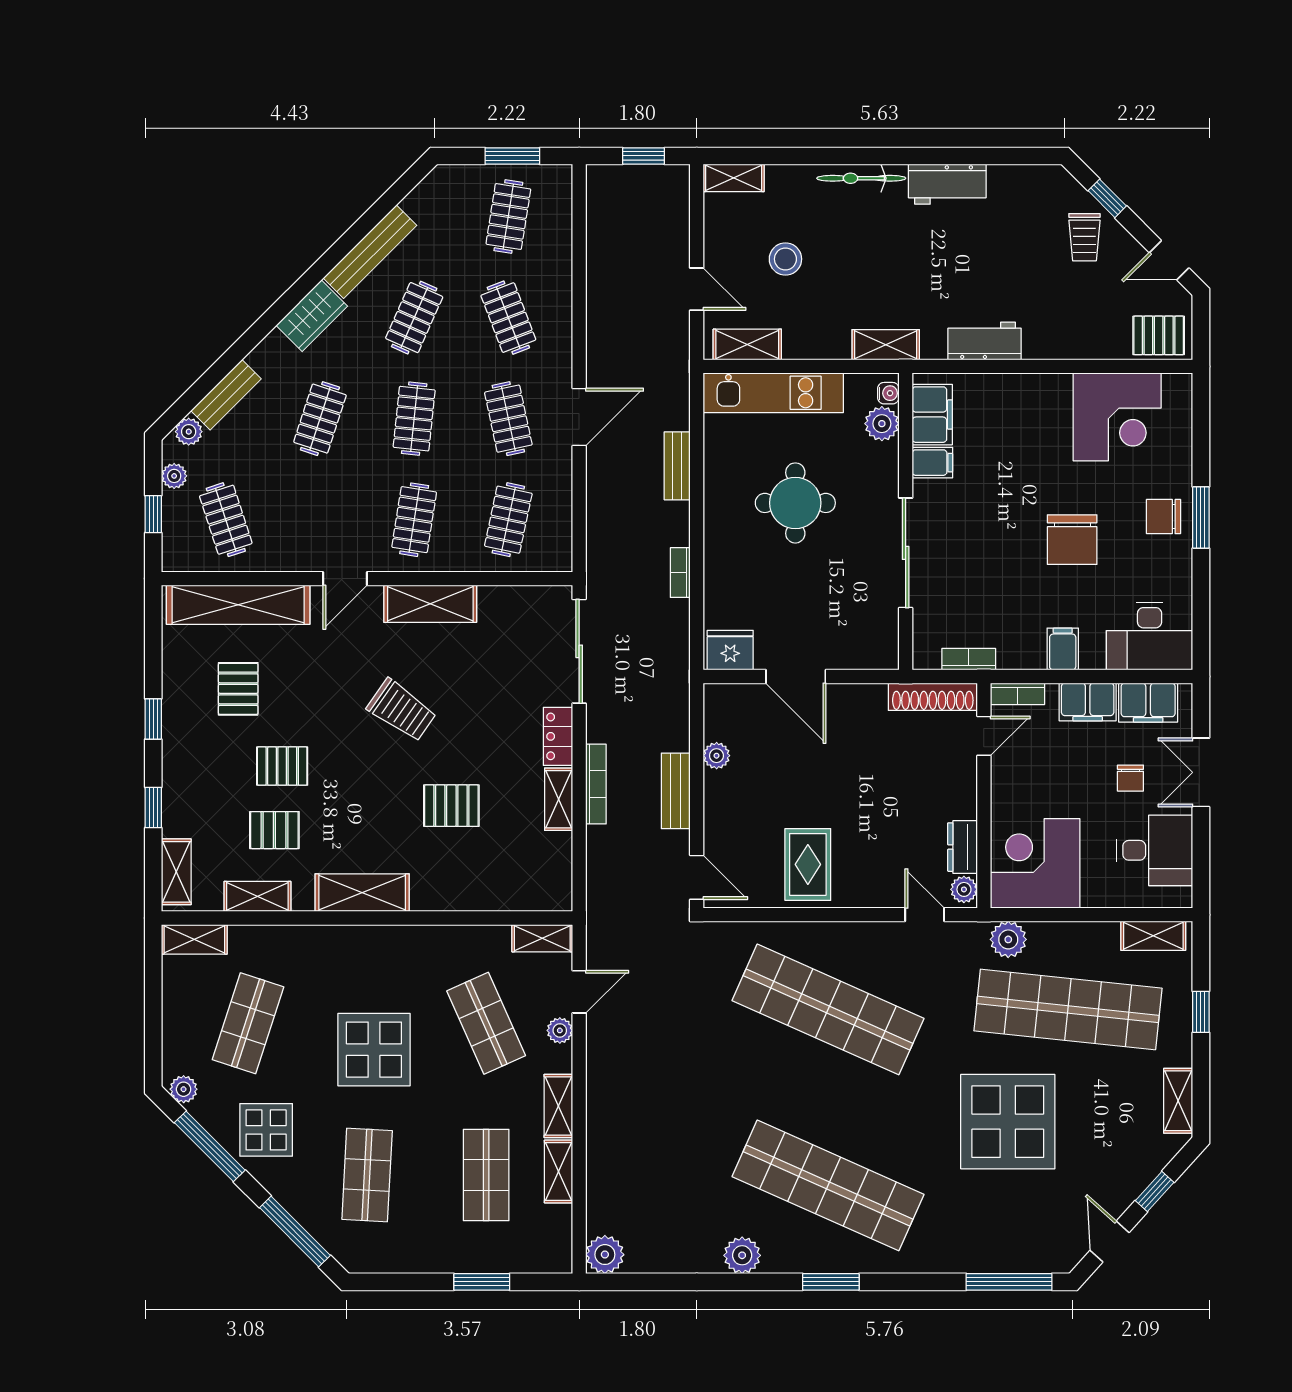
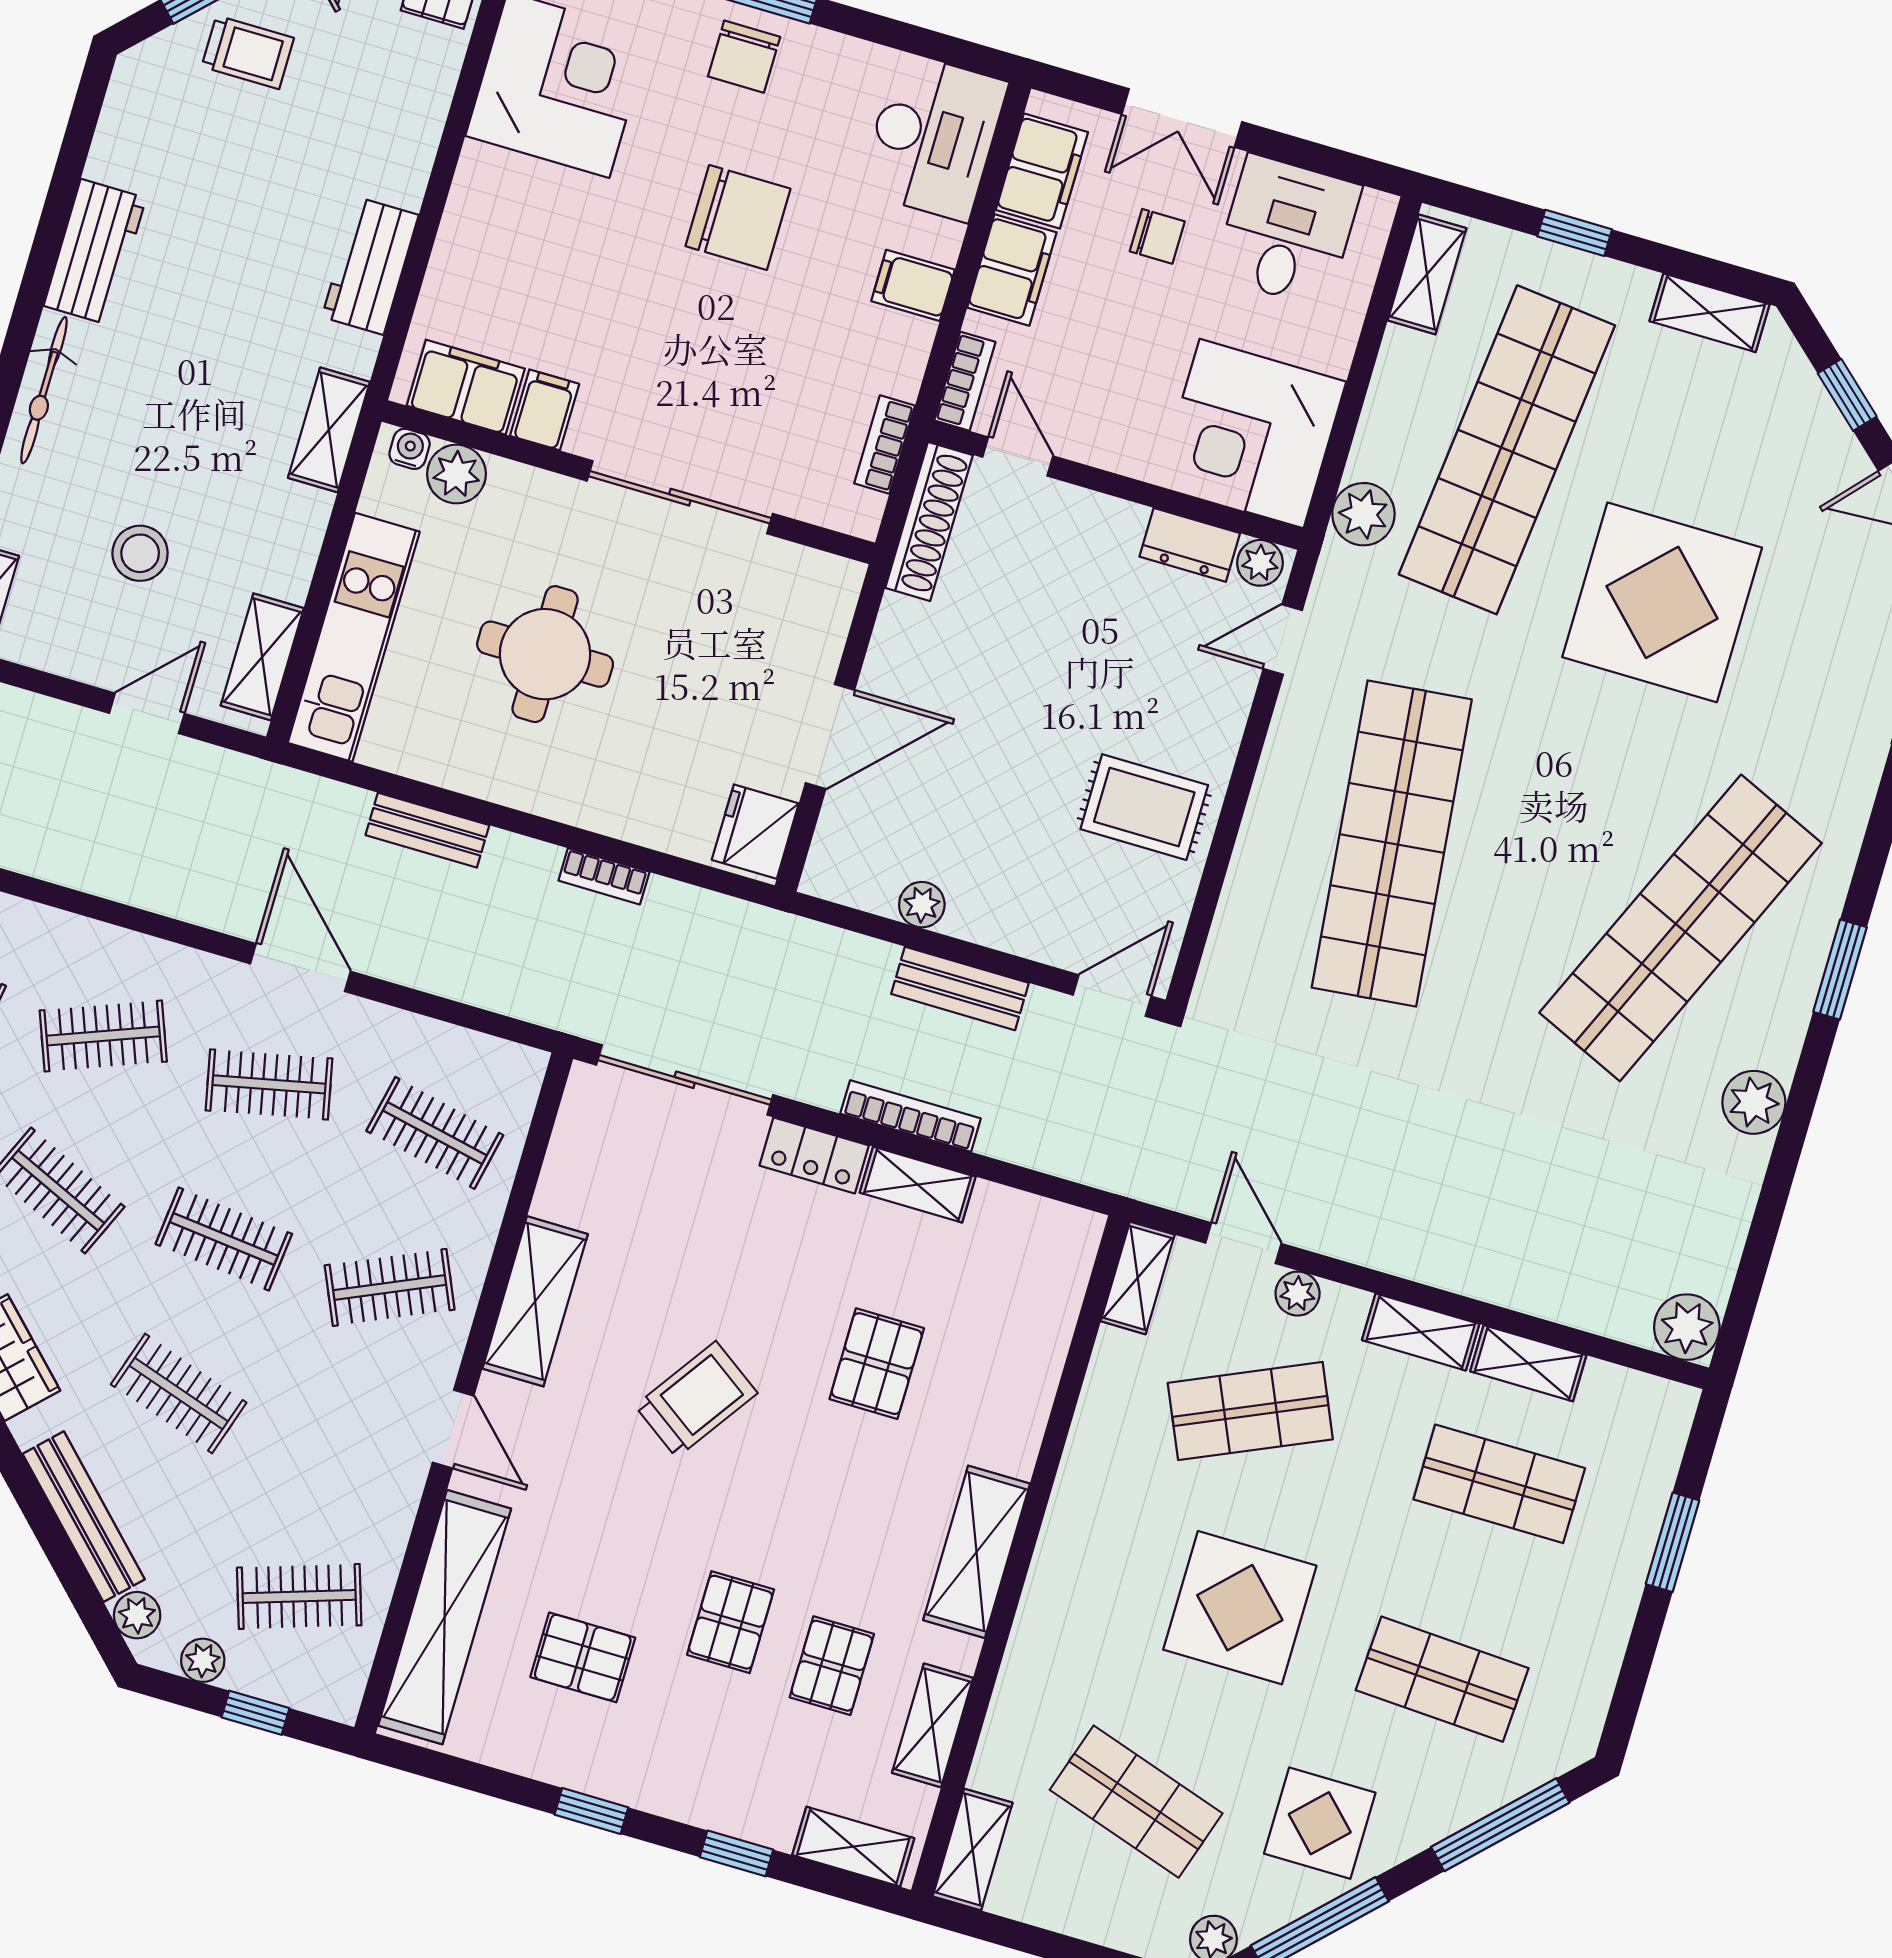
bench: (226, 395) -> (84, 1517), width x1.36
clothes rail: (414, 520) -> (390, 1287), turned -33
shop shelf: (828, 1009) -> (1392, 843), turned -30

